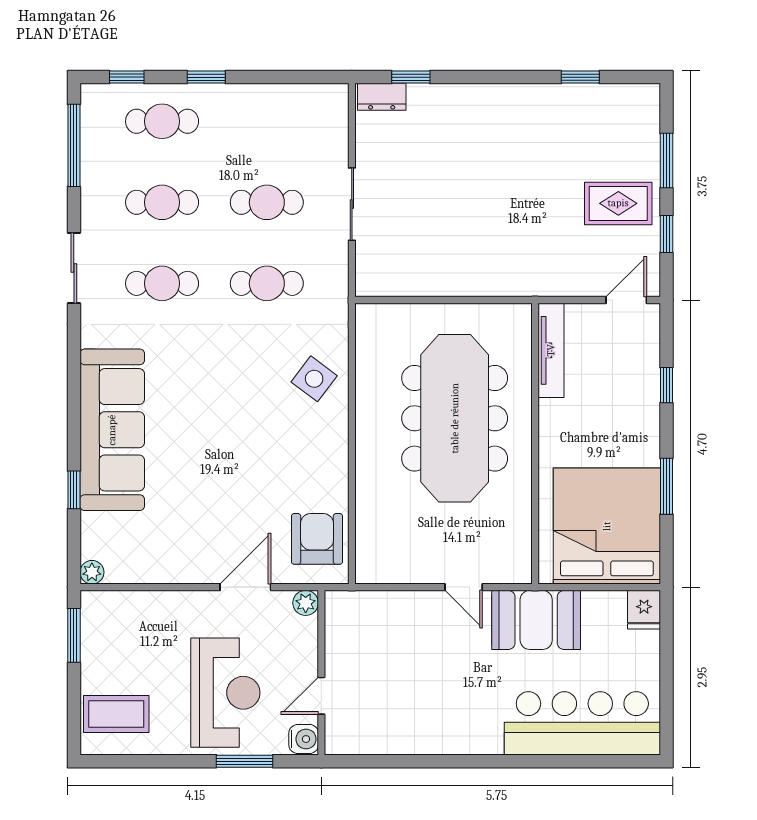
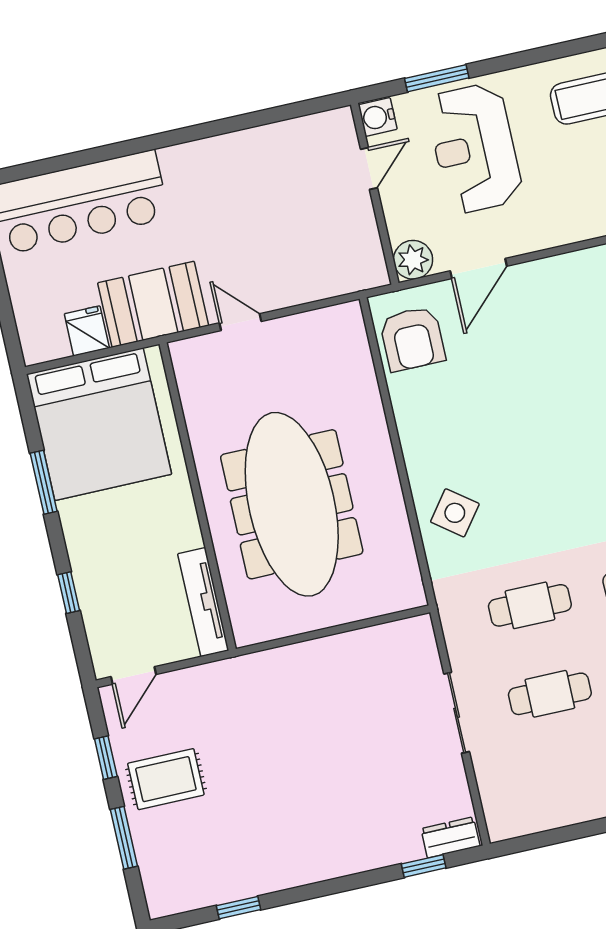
plant: (306, 603) -> (413, 260), width x1.38, depth x1.38
fridge: (644, 610) -> (87, 331), moved

